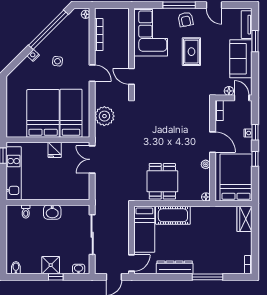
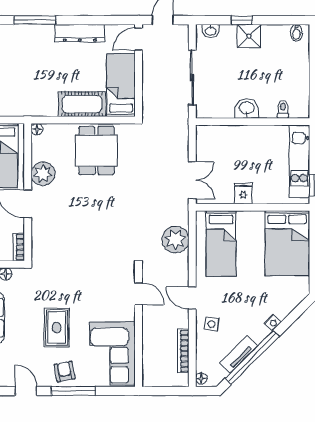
tv unit: (58, 32) -> (239, 354), added
side table: (58, 61) -> (212, 324), moved
bed: (43, 113) -> (287, 243), moved
plant: (206, 164) -> (43, 174), width x1.88, depth x1.88

